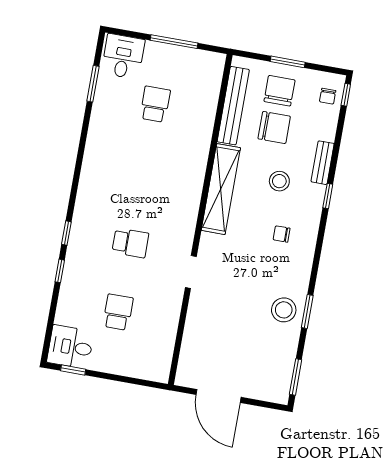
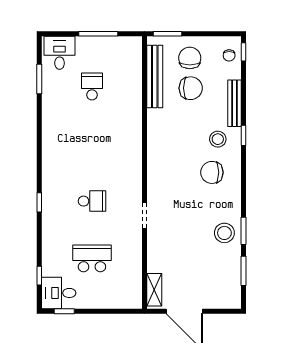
window: (288, 62) -> (168, 34), moved
bench: (323, 163) -> (235, 103), width x1.36
stool: (279, 181) -> (218, 139), moved
shelving: (221, 189) -> (154, 290), moved, width x0.45, depth x0.75
chair: (282, 234) -> (212, 172), width x1.87, depth x1.87
window: (60, 271) -> (39, 276), moved
school desk: (118, 312) -> (92, 258), width x1.85
window: (296, 377) -> (243, 271), moved

